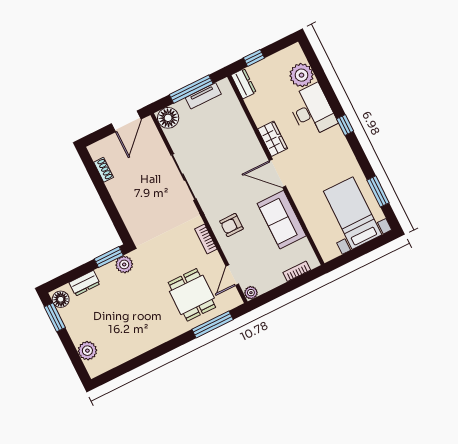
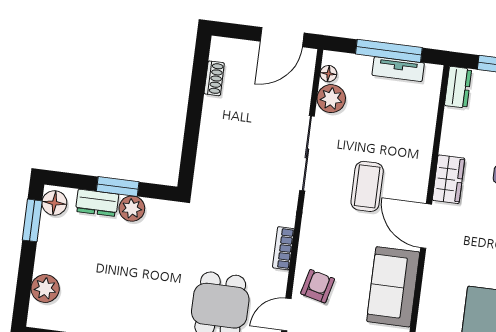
floor lamp: (168, 118) -> (328, 74), width x0.53, depth x0.53
plant: (177, 137) -> (331, 99), added
coffee table: (230, 173) -> (367, 186), added
armchair: (231, 225) -> (318, 286), moved, turned 104
window: (109, 257) -> (118, 186), moved
plant: (124, 264) -> (132, 209), moved

